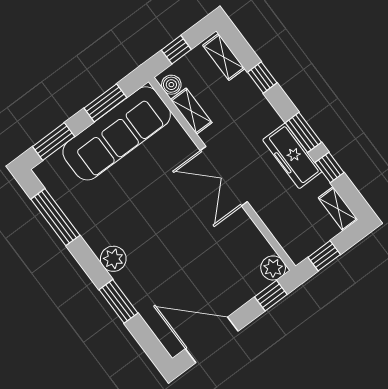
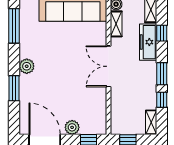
freezer: (292, 156) -> (148, 42), moved
plant: (273, 268) -> (72, 127), moved

